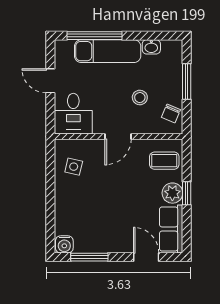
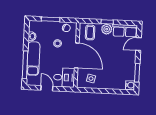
door: (50, 81) -> (47, 88), swing flipped
door: (118, 136) -> (77, 55), width x1.87

